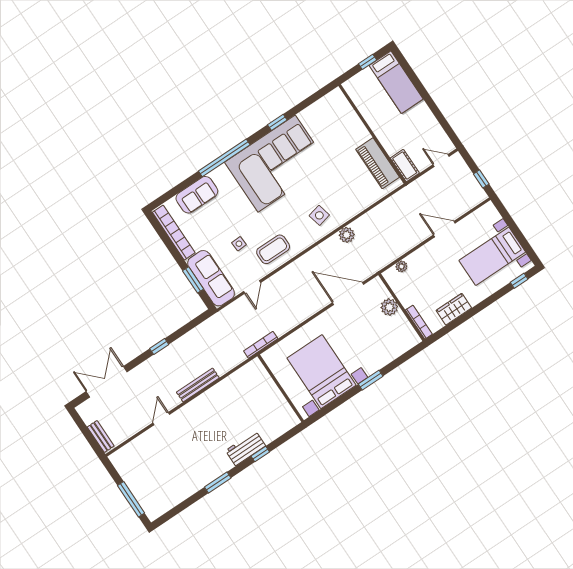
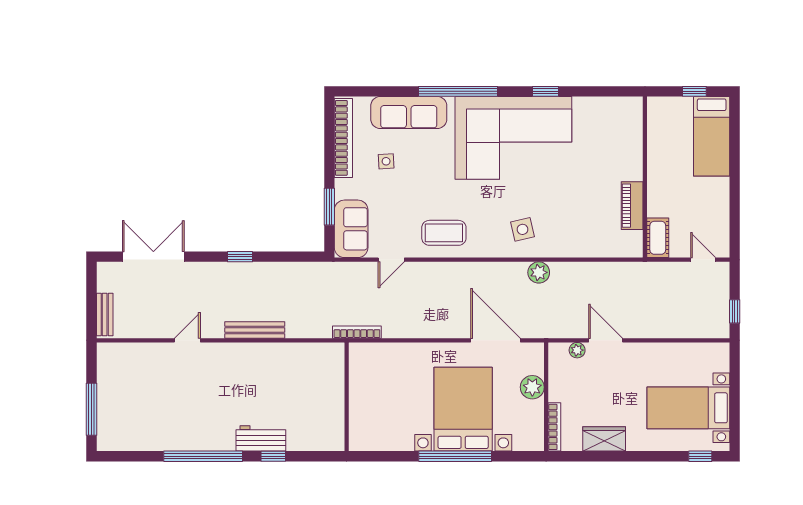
piano: (378, 163) -> (632, 206), width x0.73, depth x0.75
sofa: (197, 195) -> (409, 113), width x1.36
door: (444, 229) -> (606, 340), moved
side table: (239, 244) -> (386, 161), moved
sofa: (211, 278) -> (351, 229), width x0.73
bed with nightstands: (322, 372) -> (463, 409), moved
window: (371, 380) -> (455, 456), width x2.11
window: (218, 482) -> (203, 456), width x2.11

